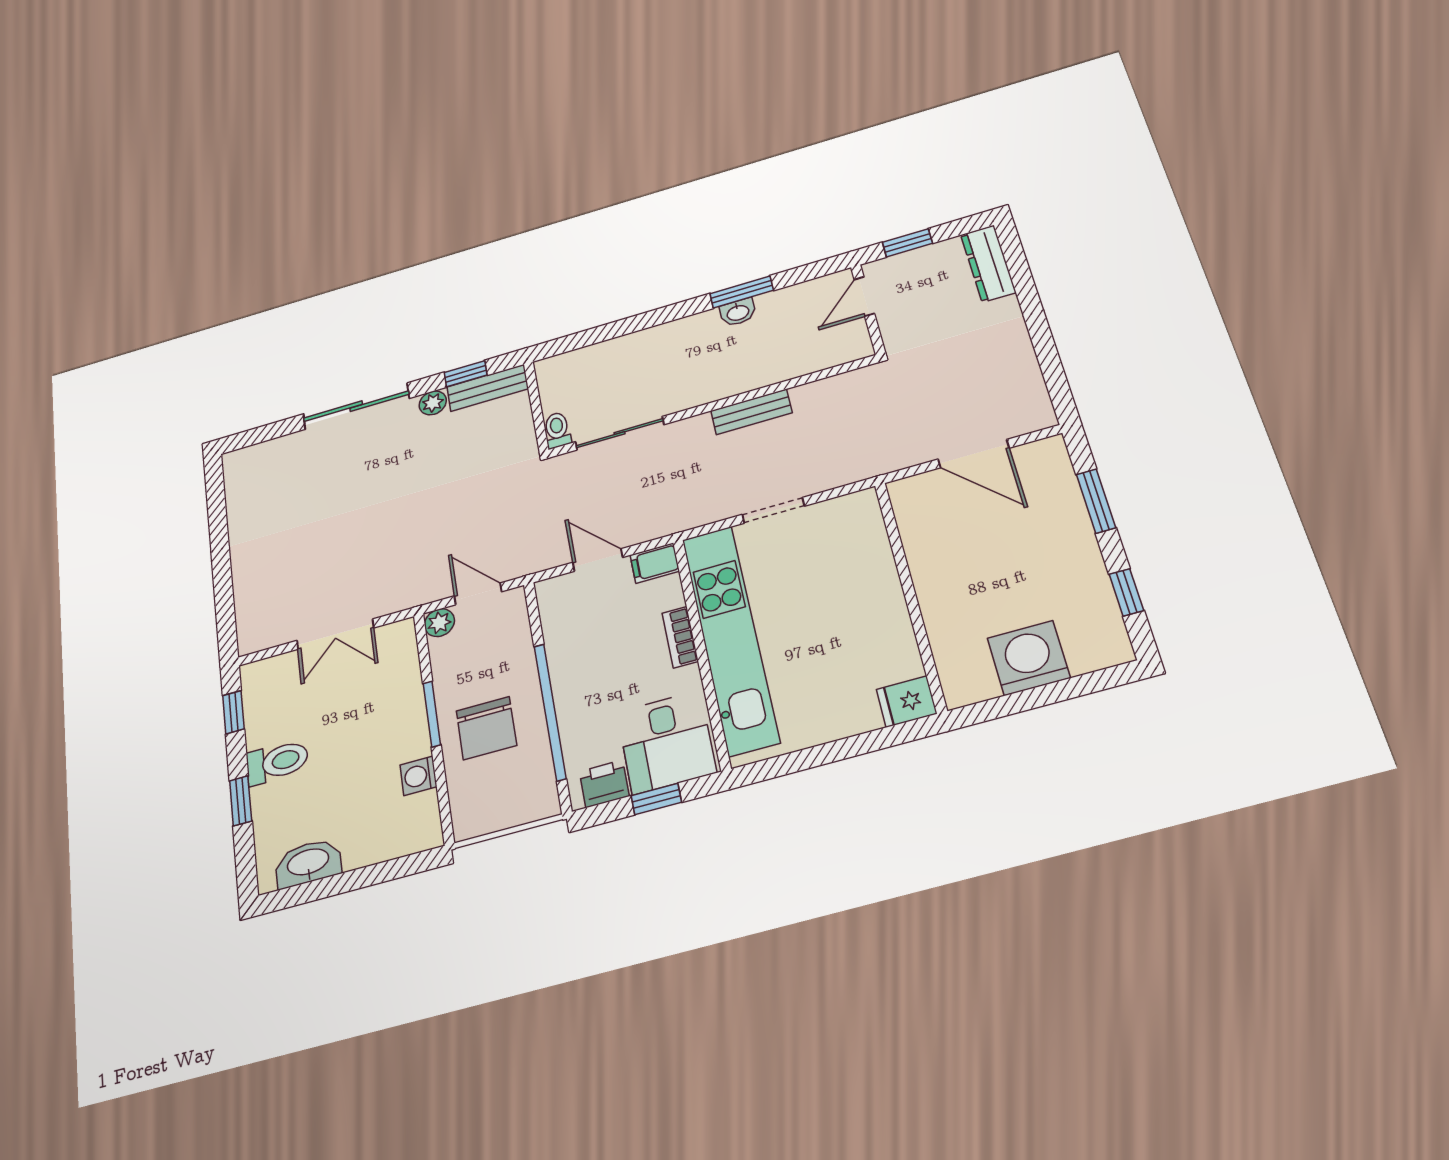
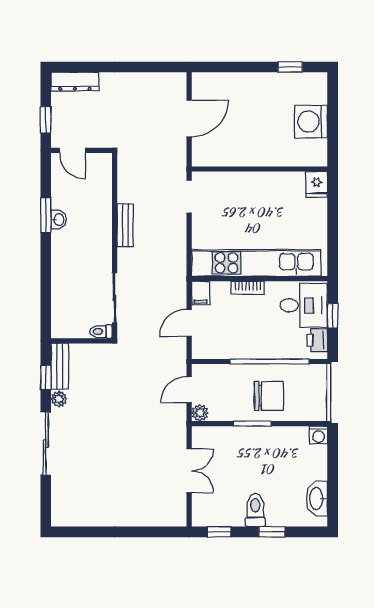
window: (1096, 501) -> (236, 67), removed
doorway: (773, 510) -> (189, 197), moved
washing machine: (418, 776) -> (318, 435), moved

